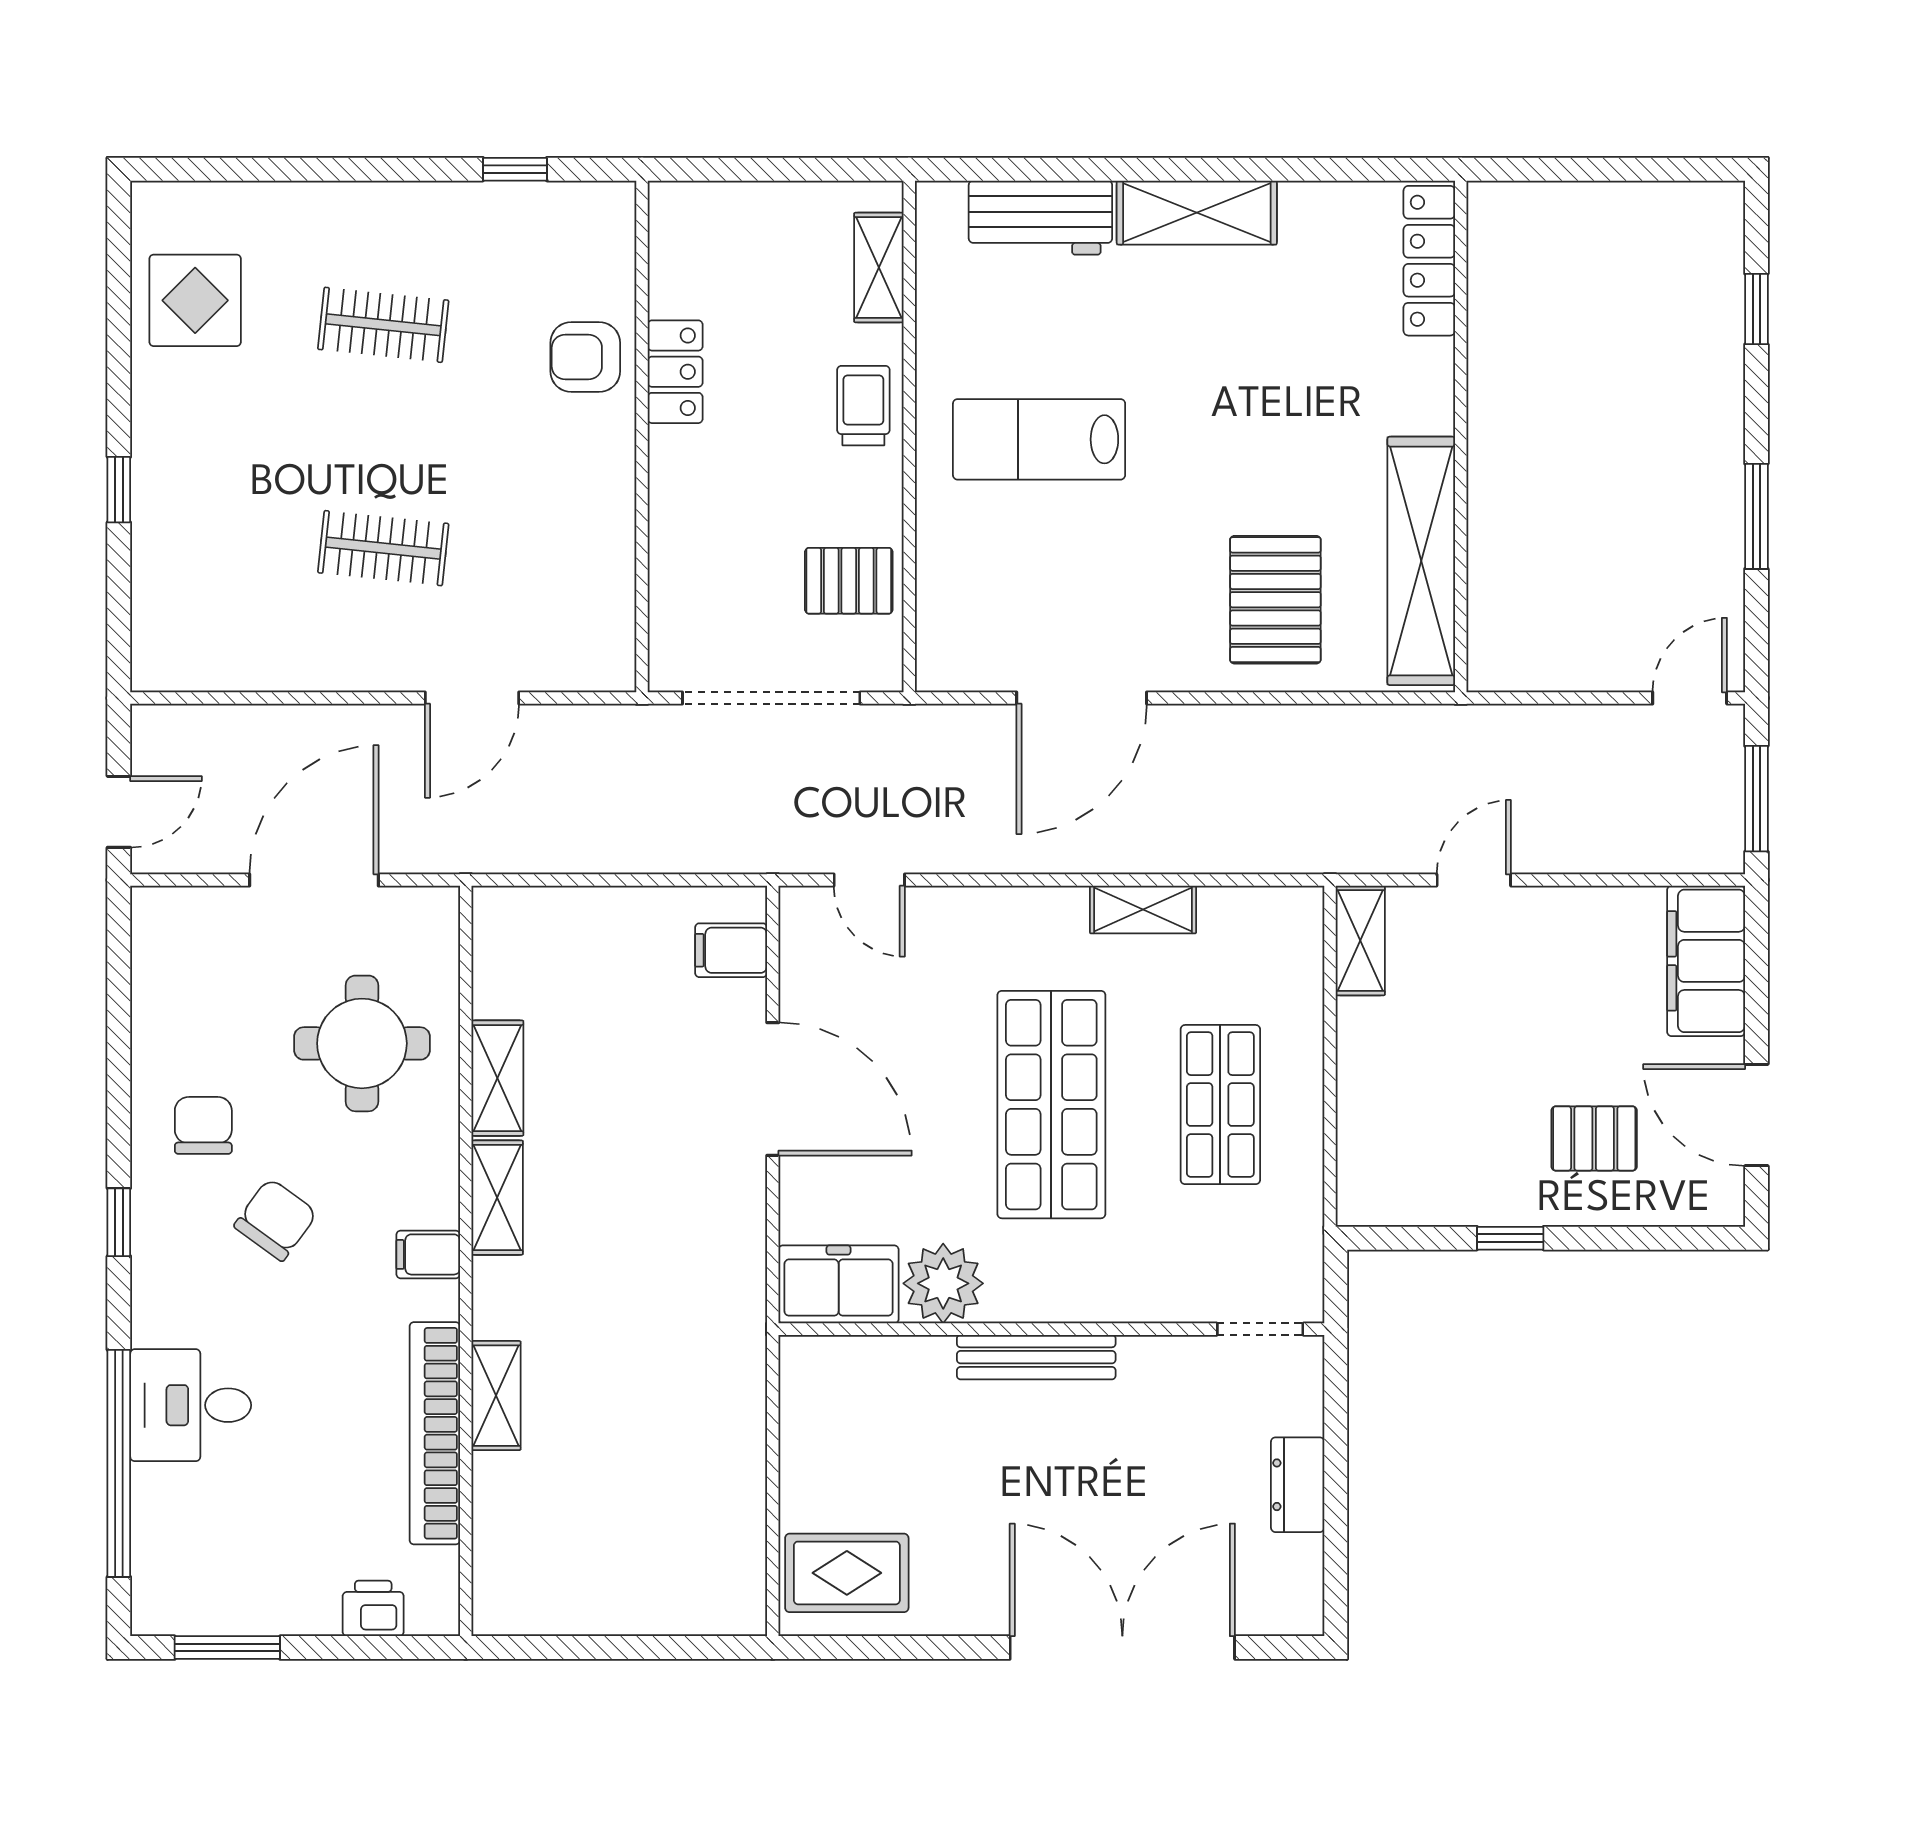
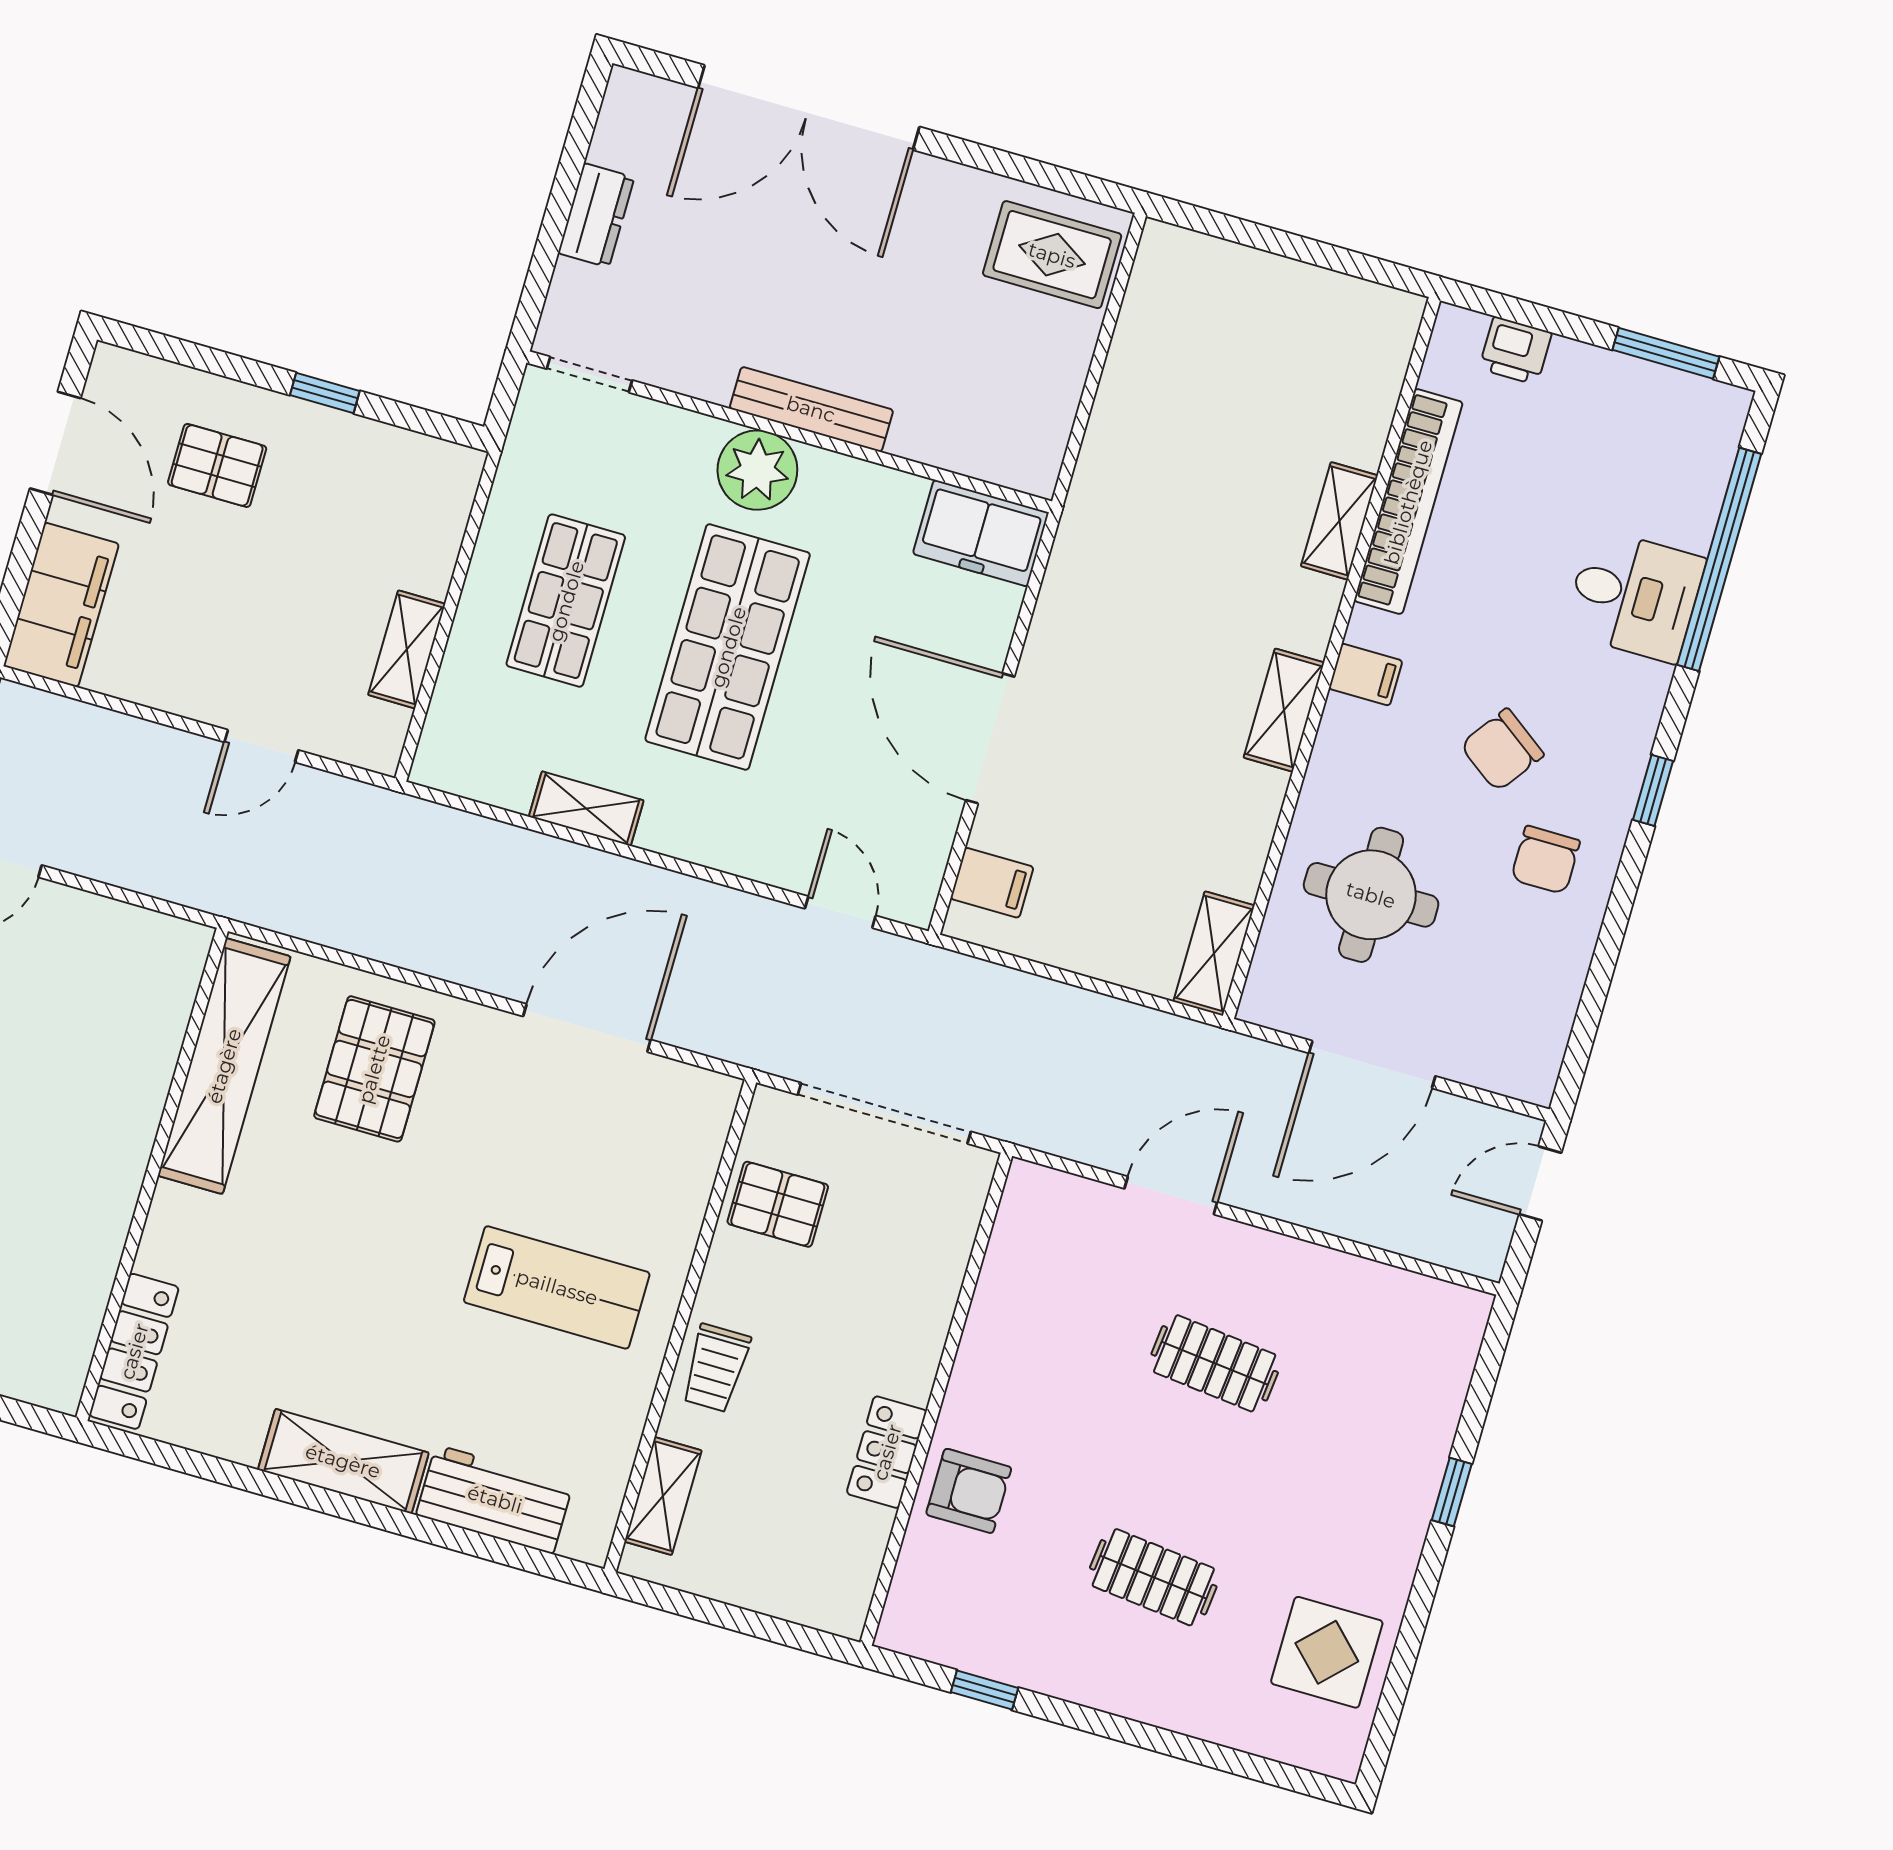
shelving: (1360, 940) -> (407, 649), moved
shelving: (497, 1078) -> (1214, 953), moved
plant: (943, 1283) -> (757, 470), moved

